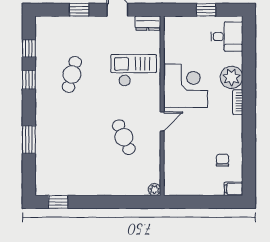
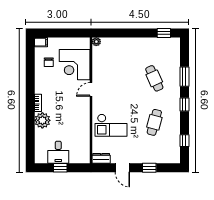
desk: (227, 37) -> (58, 152), moved, turned -90
window: (29, 80) -> (184, 105), moved
corner desk: (186, 86) -> (75, 65), moved
cafe table: (124, 137) -> (154, 78), moved

